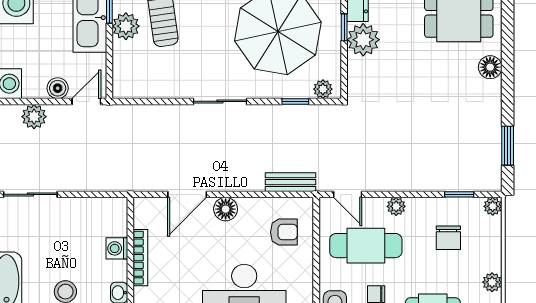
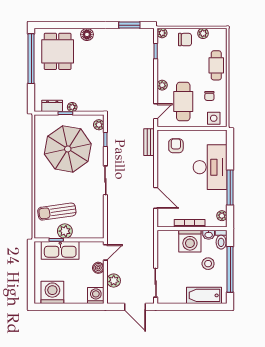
plant: (363, 40) -> (72, 107), width x0.53, depth x0.53
door: (86, 101) -> (105, 252), swing flipped
floor lamp: (226, 209) -> (164, 177), removed
chair: (448, 238) -> (185, 40), moved
washing machine: (117, 248) -> (190, 241), width x1.89, depth x1.89

